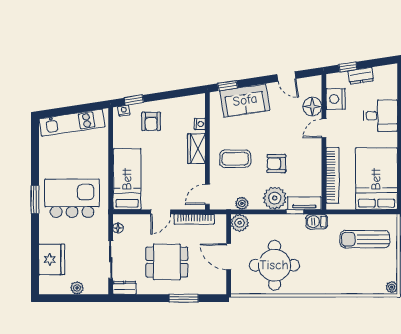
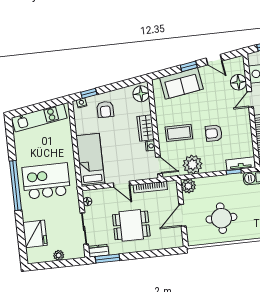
window: (228, 86) -> (189, 66), moved
floor lamp: (196, 107) -> (141, 94), added
nightstand: (200, 124) -> (150, 146), moved
door: (207, 194) -> (159, 165), swing flipped
plant: (275, 198) -> (215, 162), removed
window: (35, 200) -> (16, 186), width x2.11
plant: (242, 203) -> (193, 164), width x1.87, depth x1.87
door: (161, 212) -> (122, 184), hinge flipped
door: (229, 257) -> (182, 215), hinge flipped
round table: (274, 265) -> (221, 218), width x0.73, depth x0.73
window: (184, 298) -> (108, 258), moved

